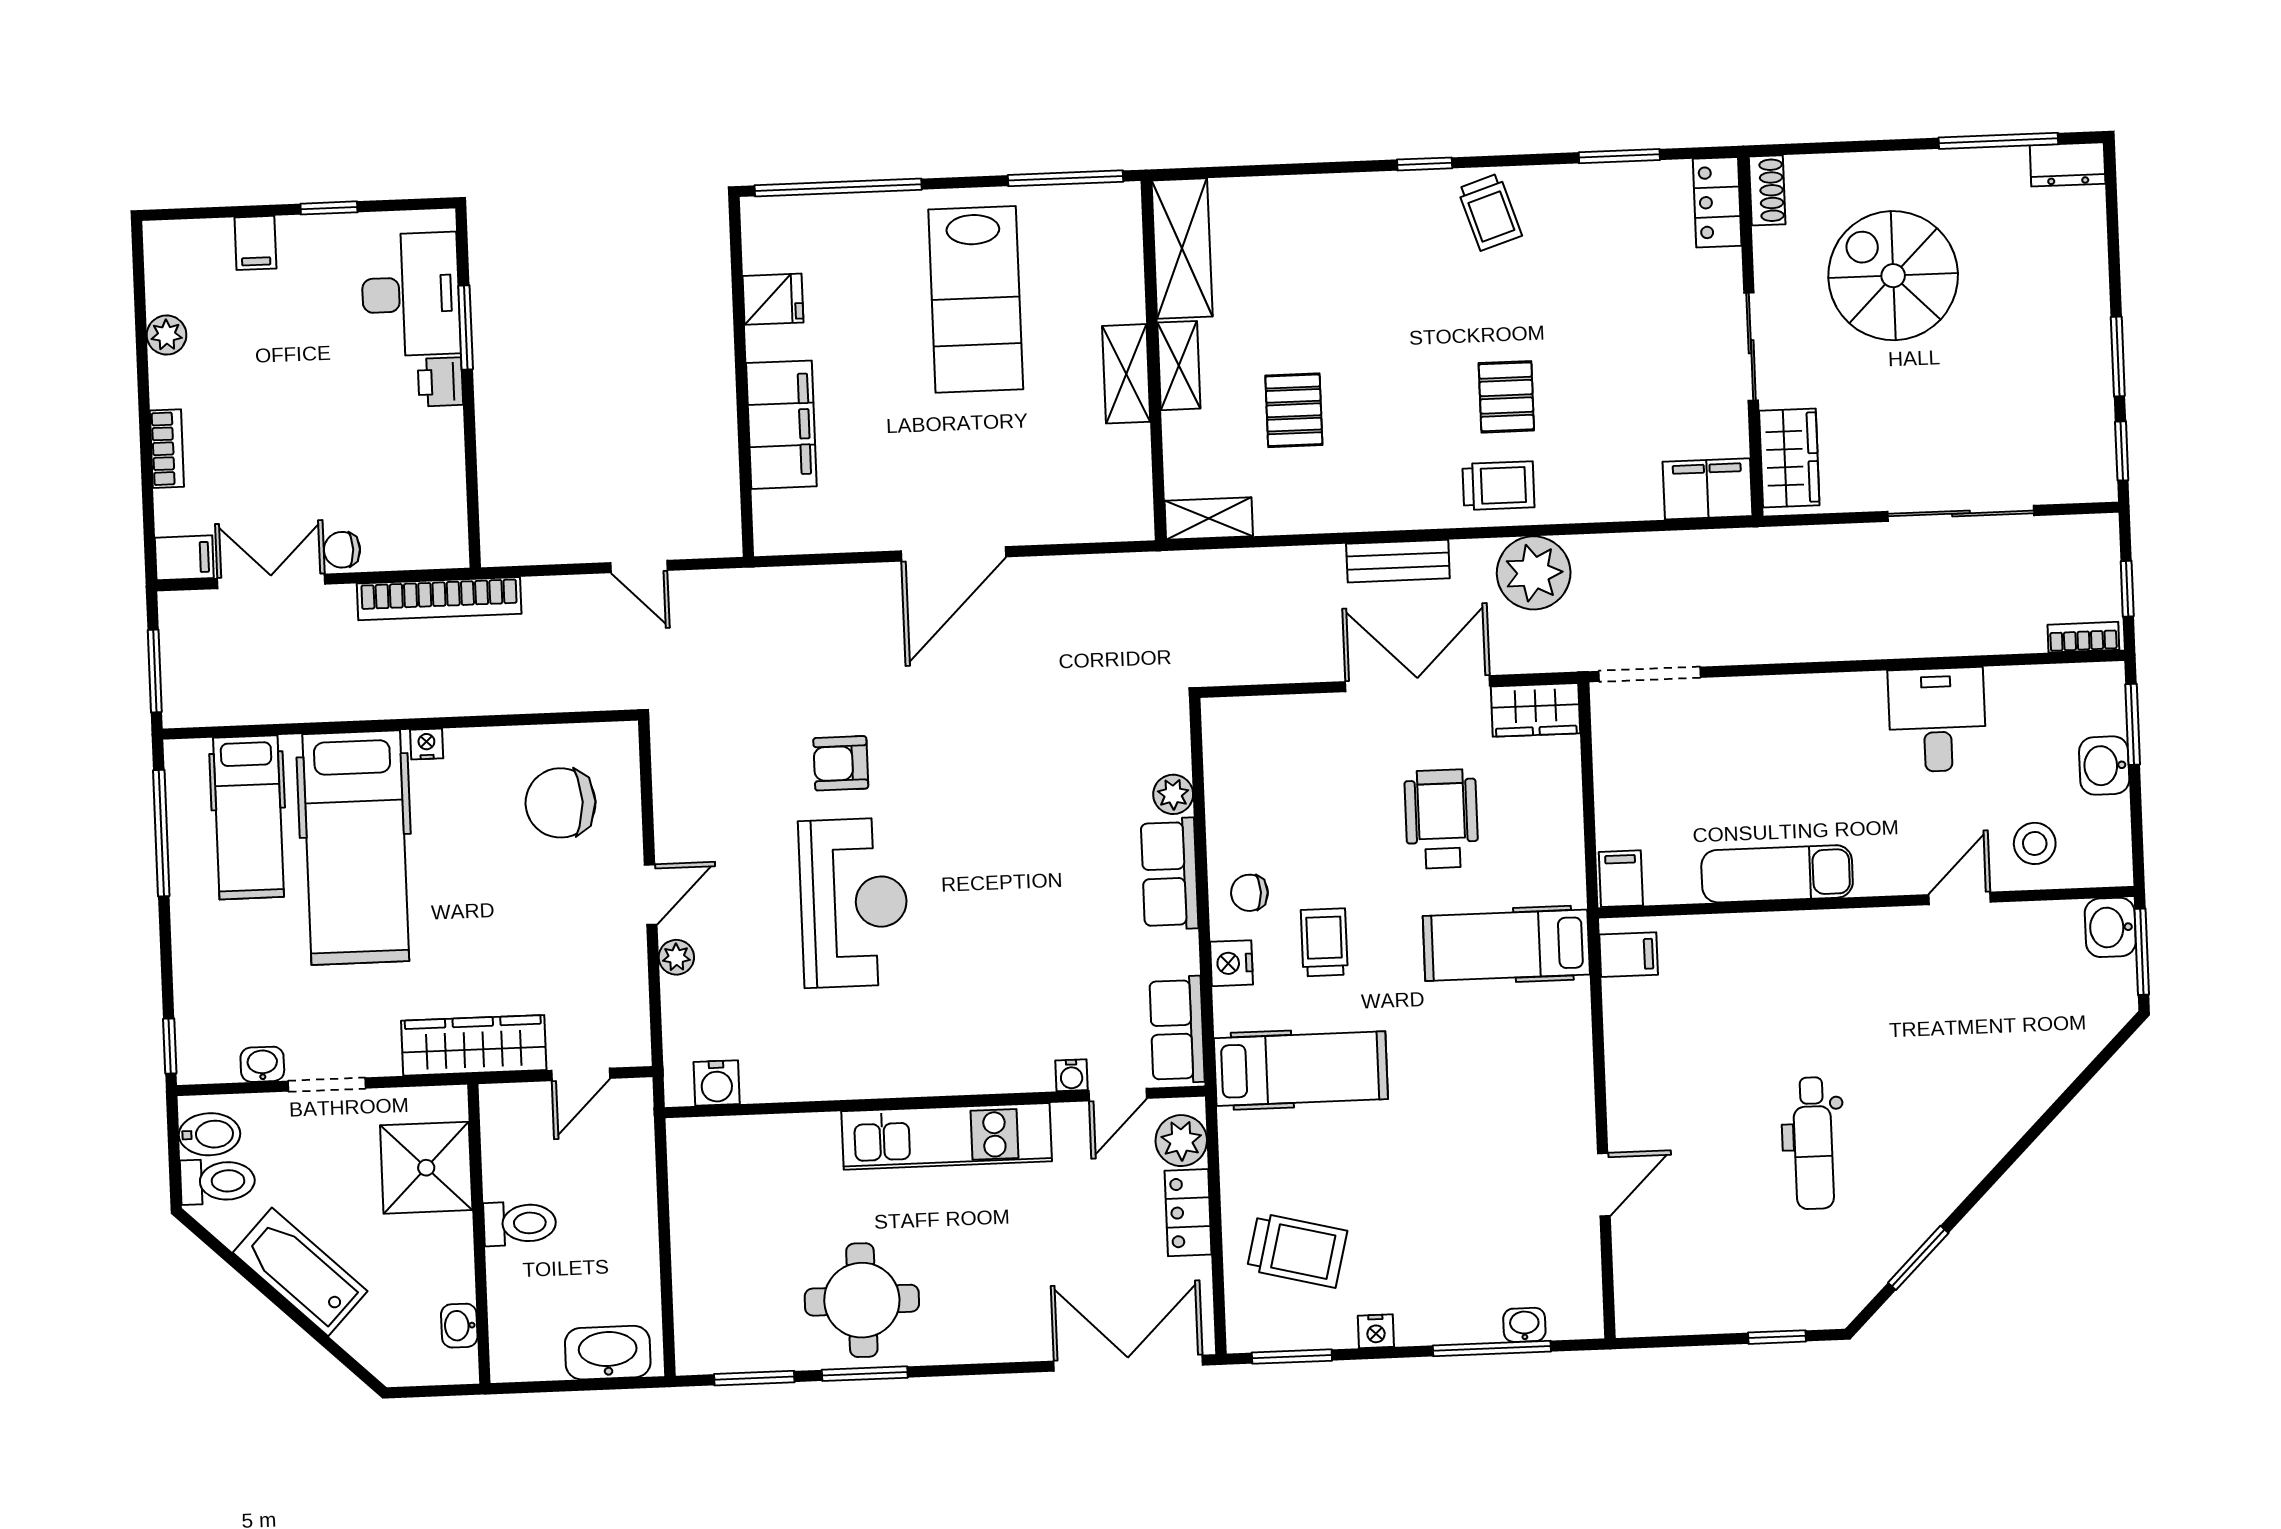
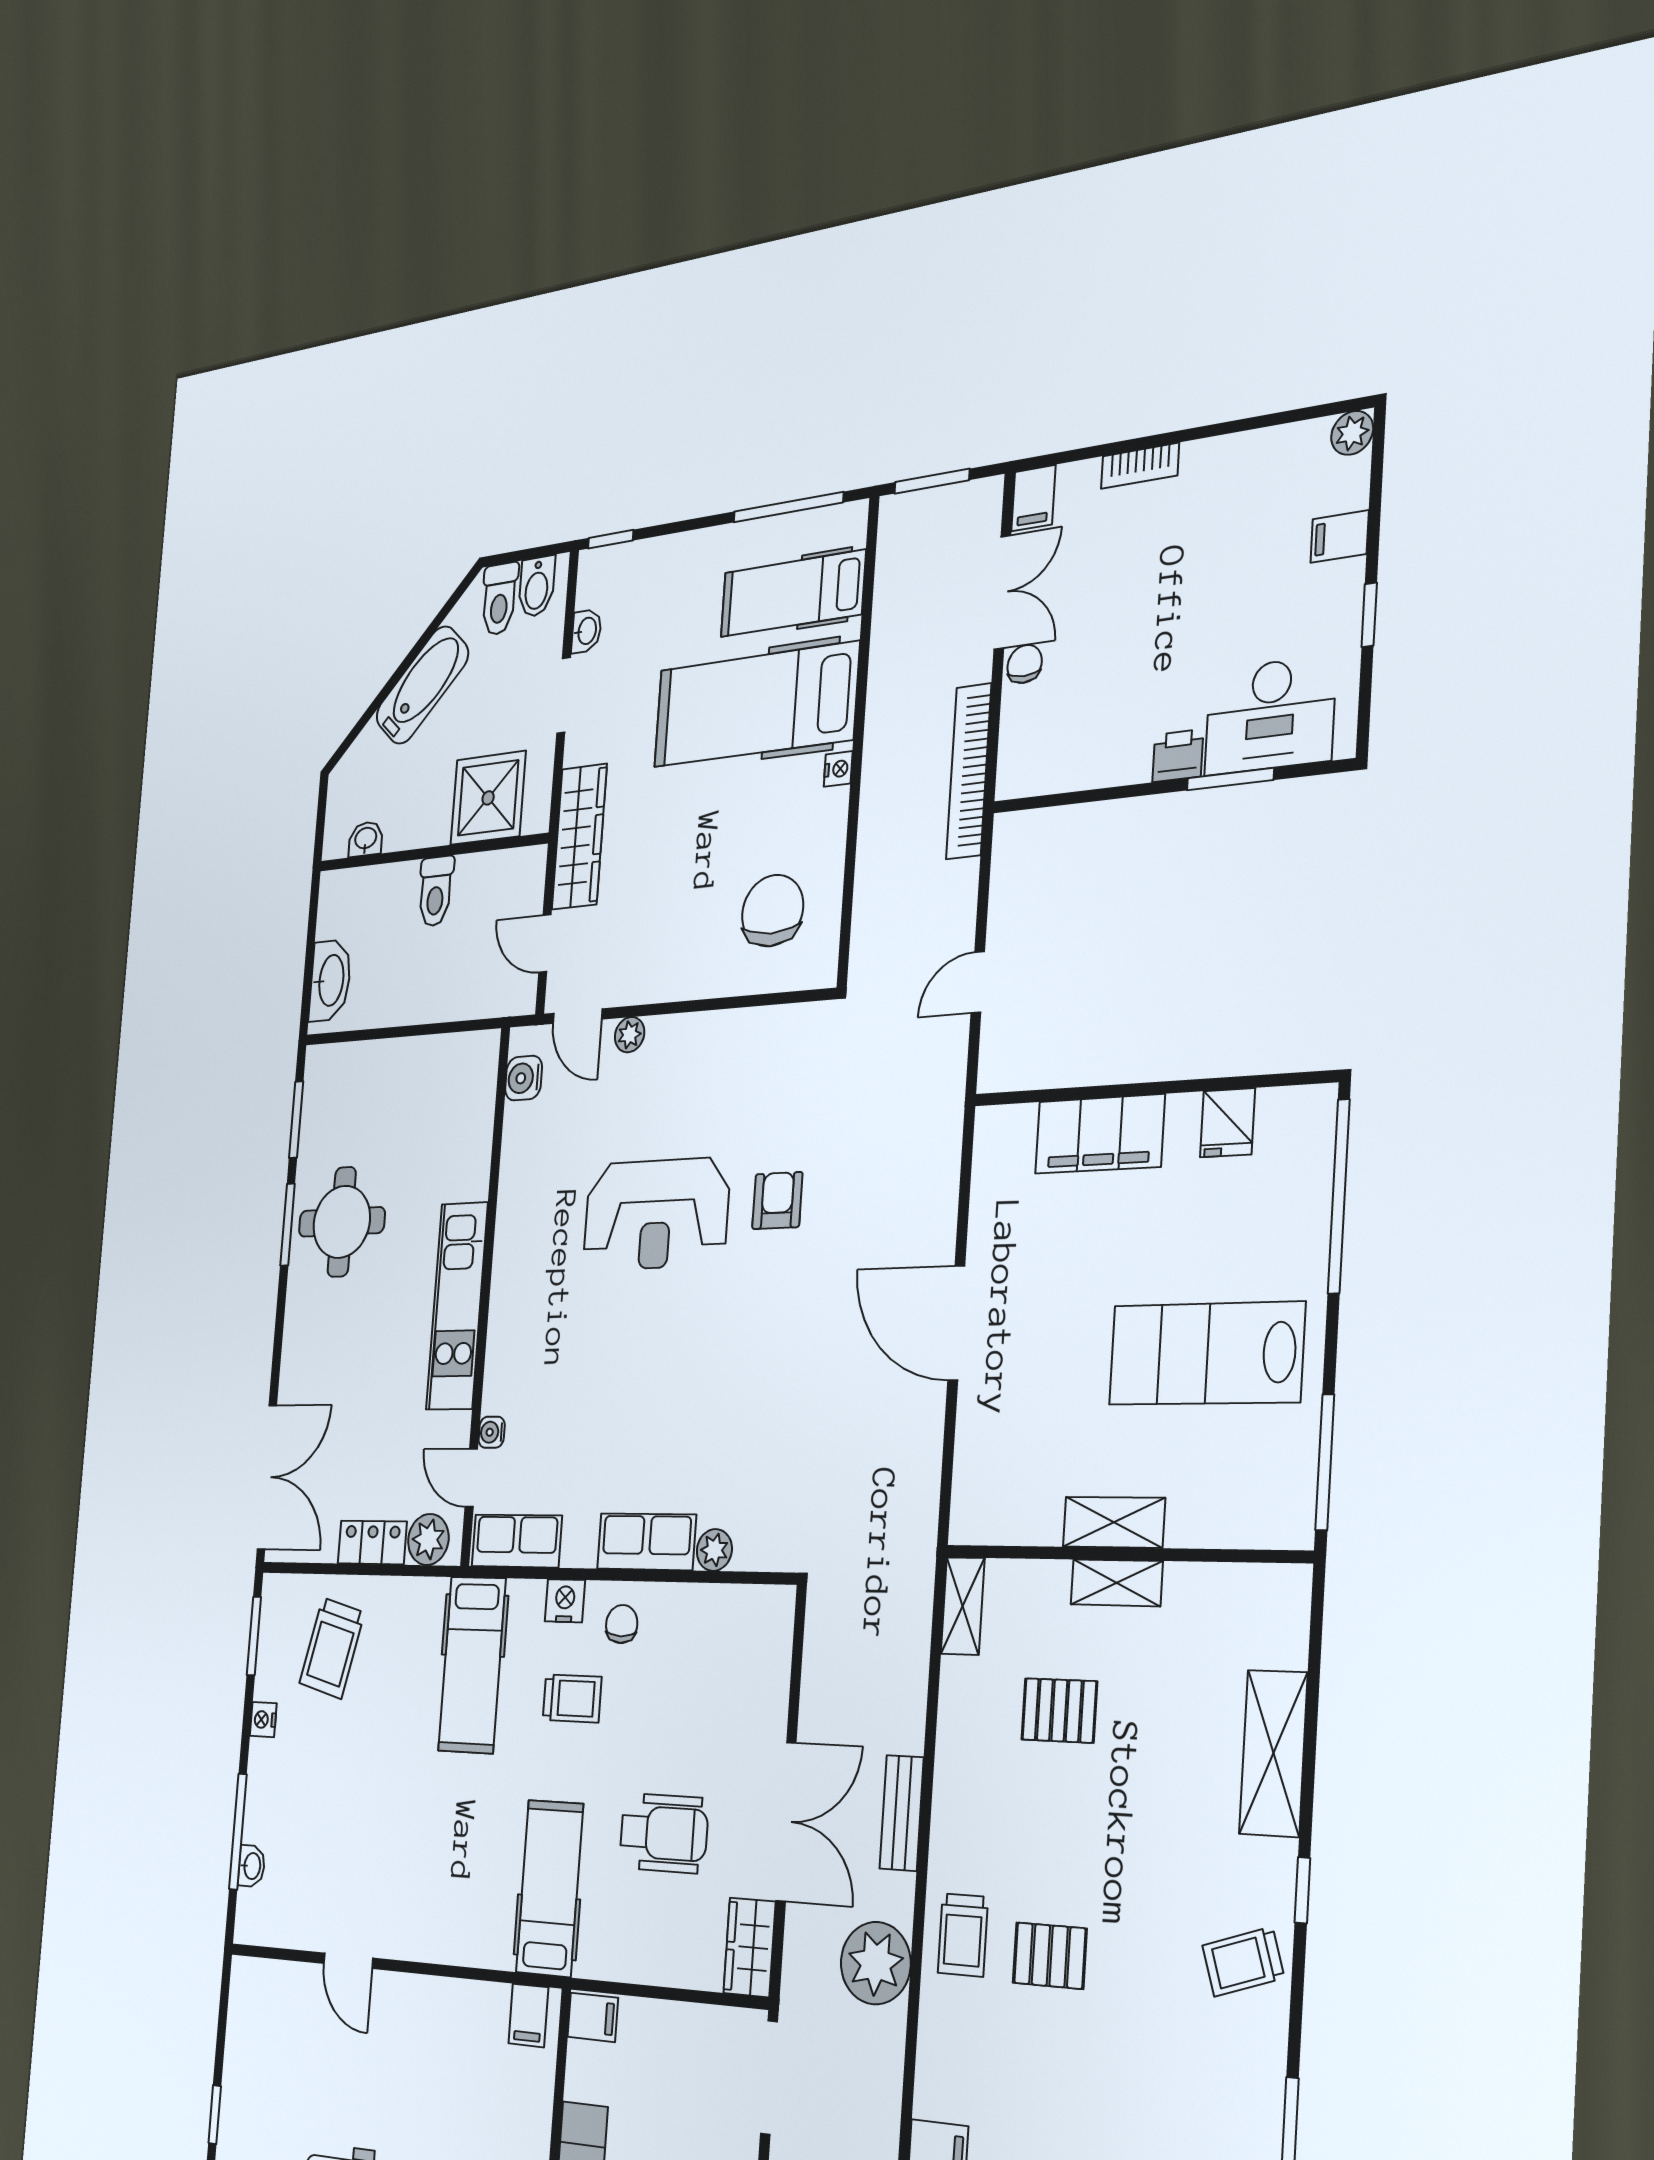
shelving: (1182, 248) -> (1273, 1753), moved, turned 90
plant: (167, 335) -> (1352, 433), moved
door: (651, 895) -> (577, 1016), moved

